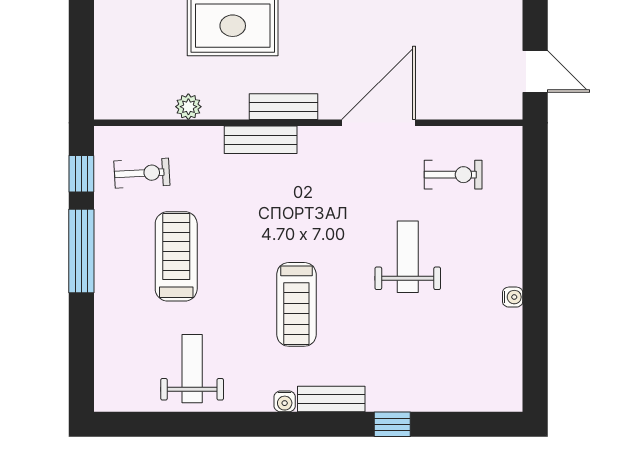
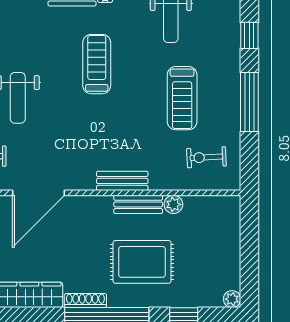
bench: (283, 107) -> (138, 204), moved
window: (81, 174) -> (249, 35), moved

